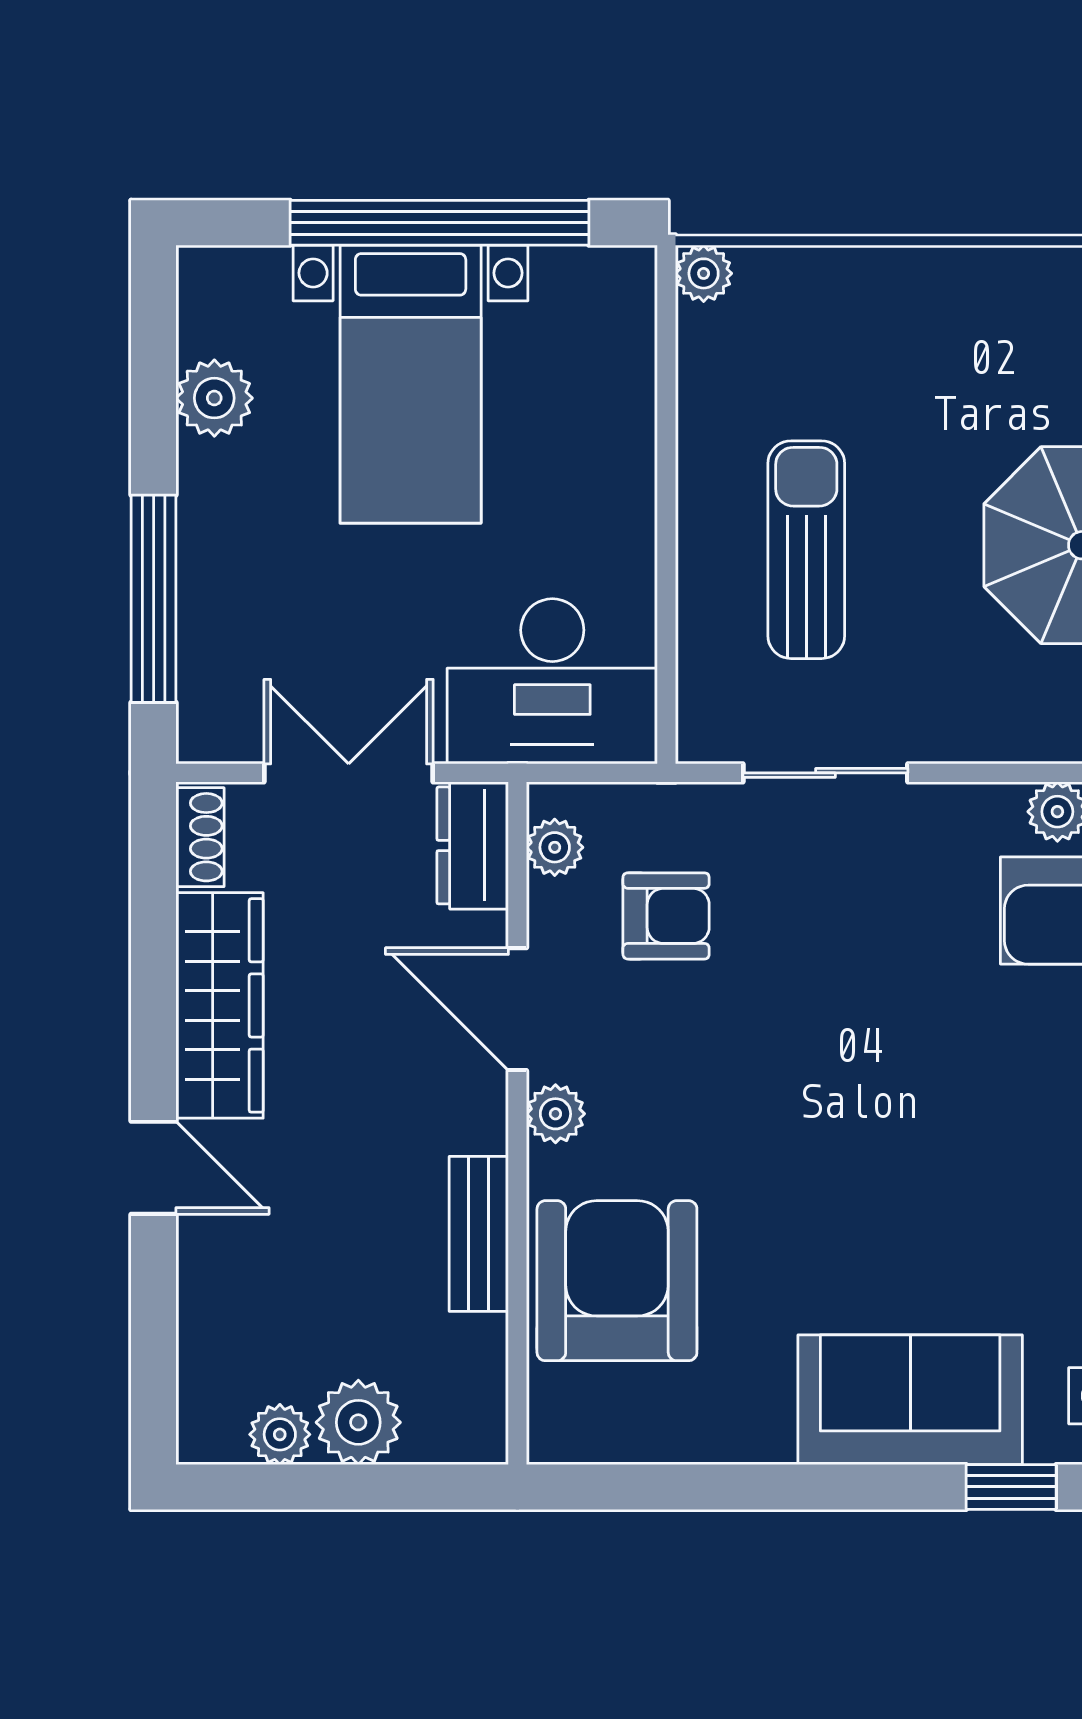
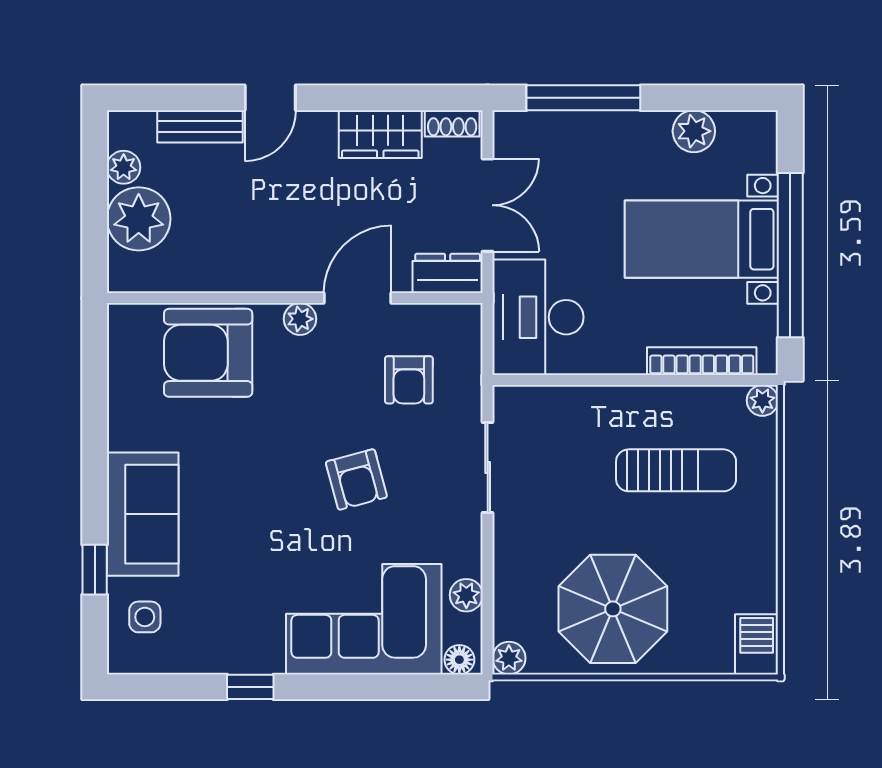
bookcase: (632, 384) -> (702, 361), added
sun lounger: (806, 550) -> (676, 470), moved
plant: (555, 847) -> (447, 319), removed
wardrobe: (220, 1005) -> (380, 134), width x0.67
armchair: (847, 1011) -> (356, 479), added
bench: (479, 1234) -> (200, 126), moved
armchair: (617, 1281) -> (208, 353), turned 180
plant: (358, 1422) -> (139, 219), width x1.36, depth x1.36

